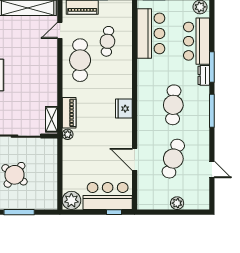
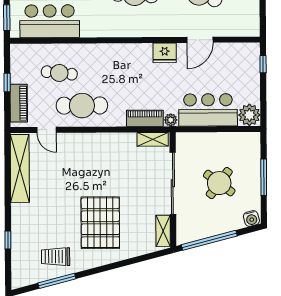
fridge: (124, 109) -> (165, 53), moved
bar counter: (108, 196) -> (208, 110), moved, turned 90

